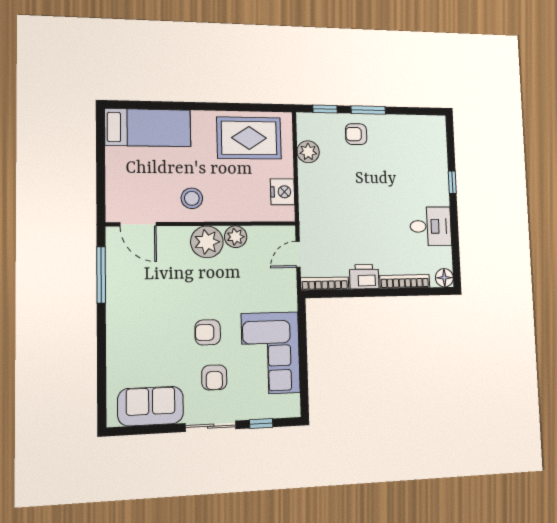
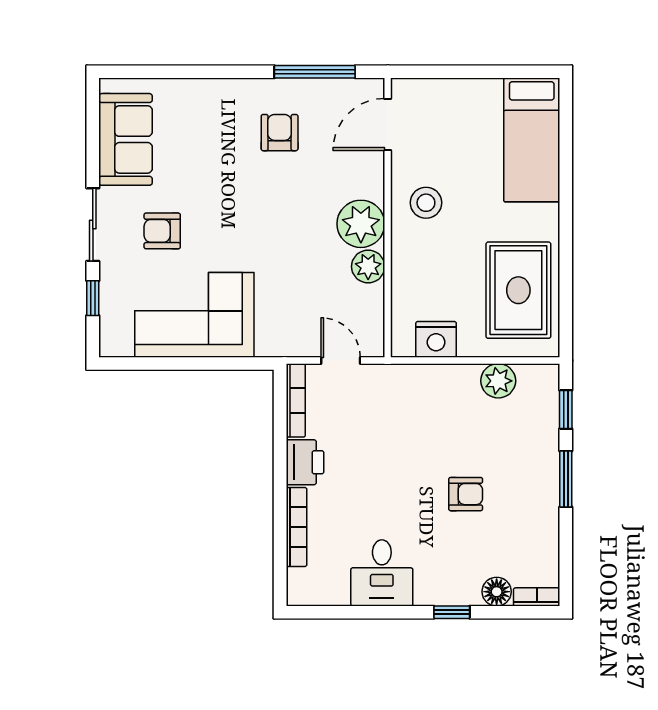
bookcase: (441, 130) -> (537, 597), added
armchair: (356, 134) -> (466, 494), moved, turned 90
floor lamp: (444, 278) -> (497, 592), moved
armchair: (208, 332) -> (280, 133), moved

